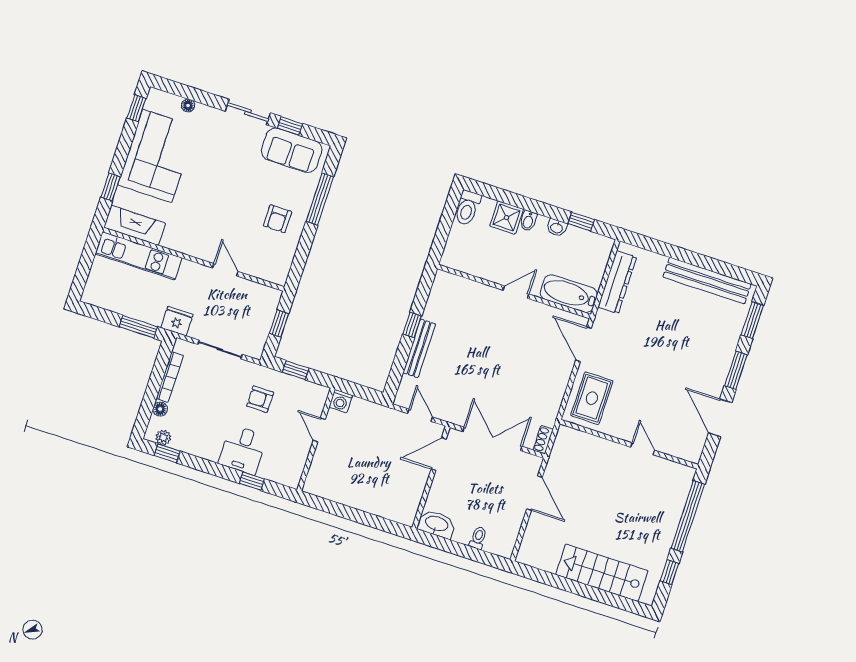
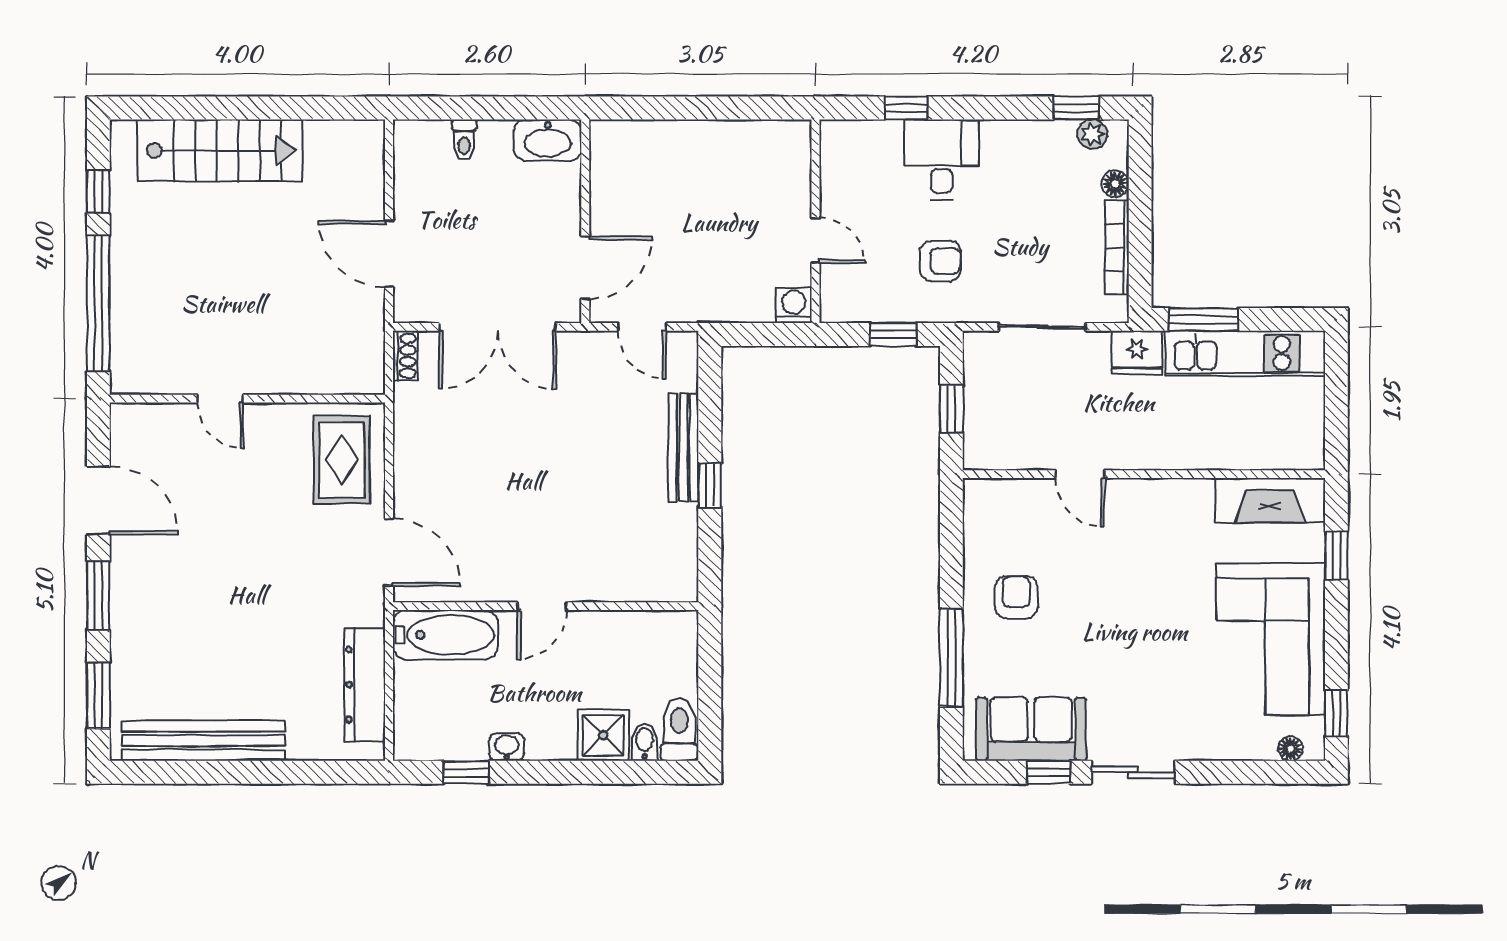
floor lamp: (188, 106) -> (1290, 749), moved
bidet: (528, 221) -> (645, 742), moved
kitchen unit: (139, 256) -> (1245, 353), moved, turned 180

